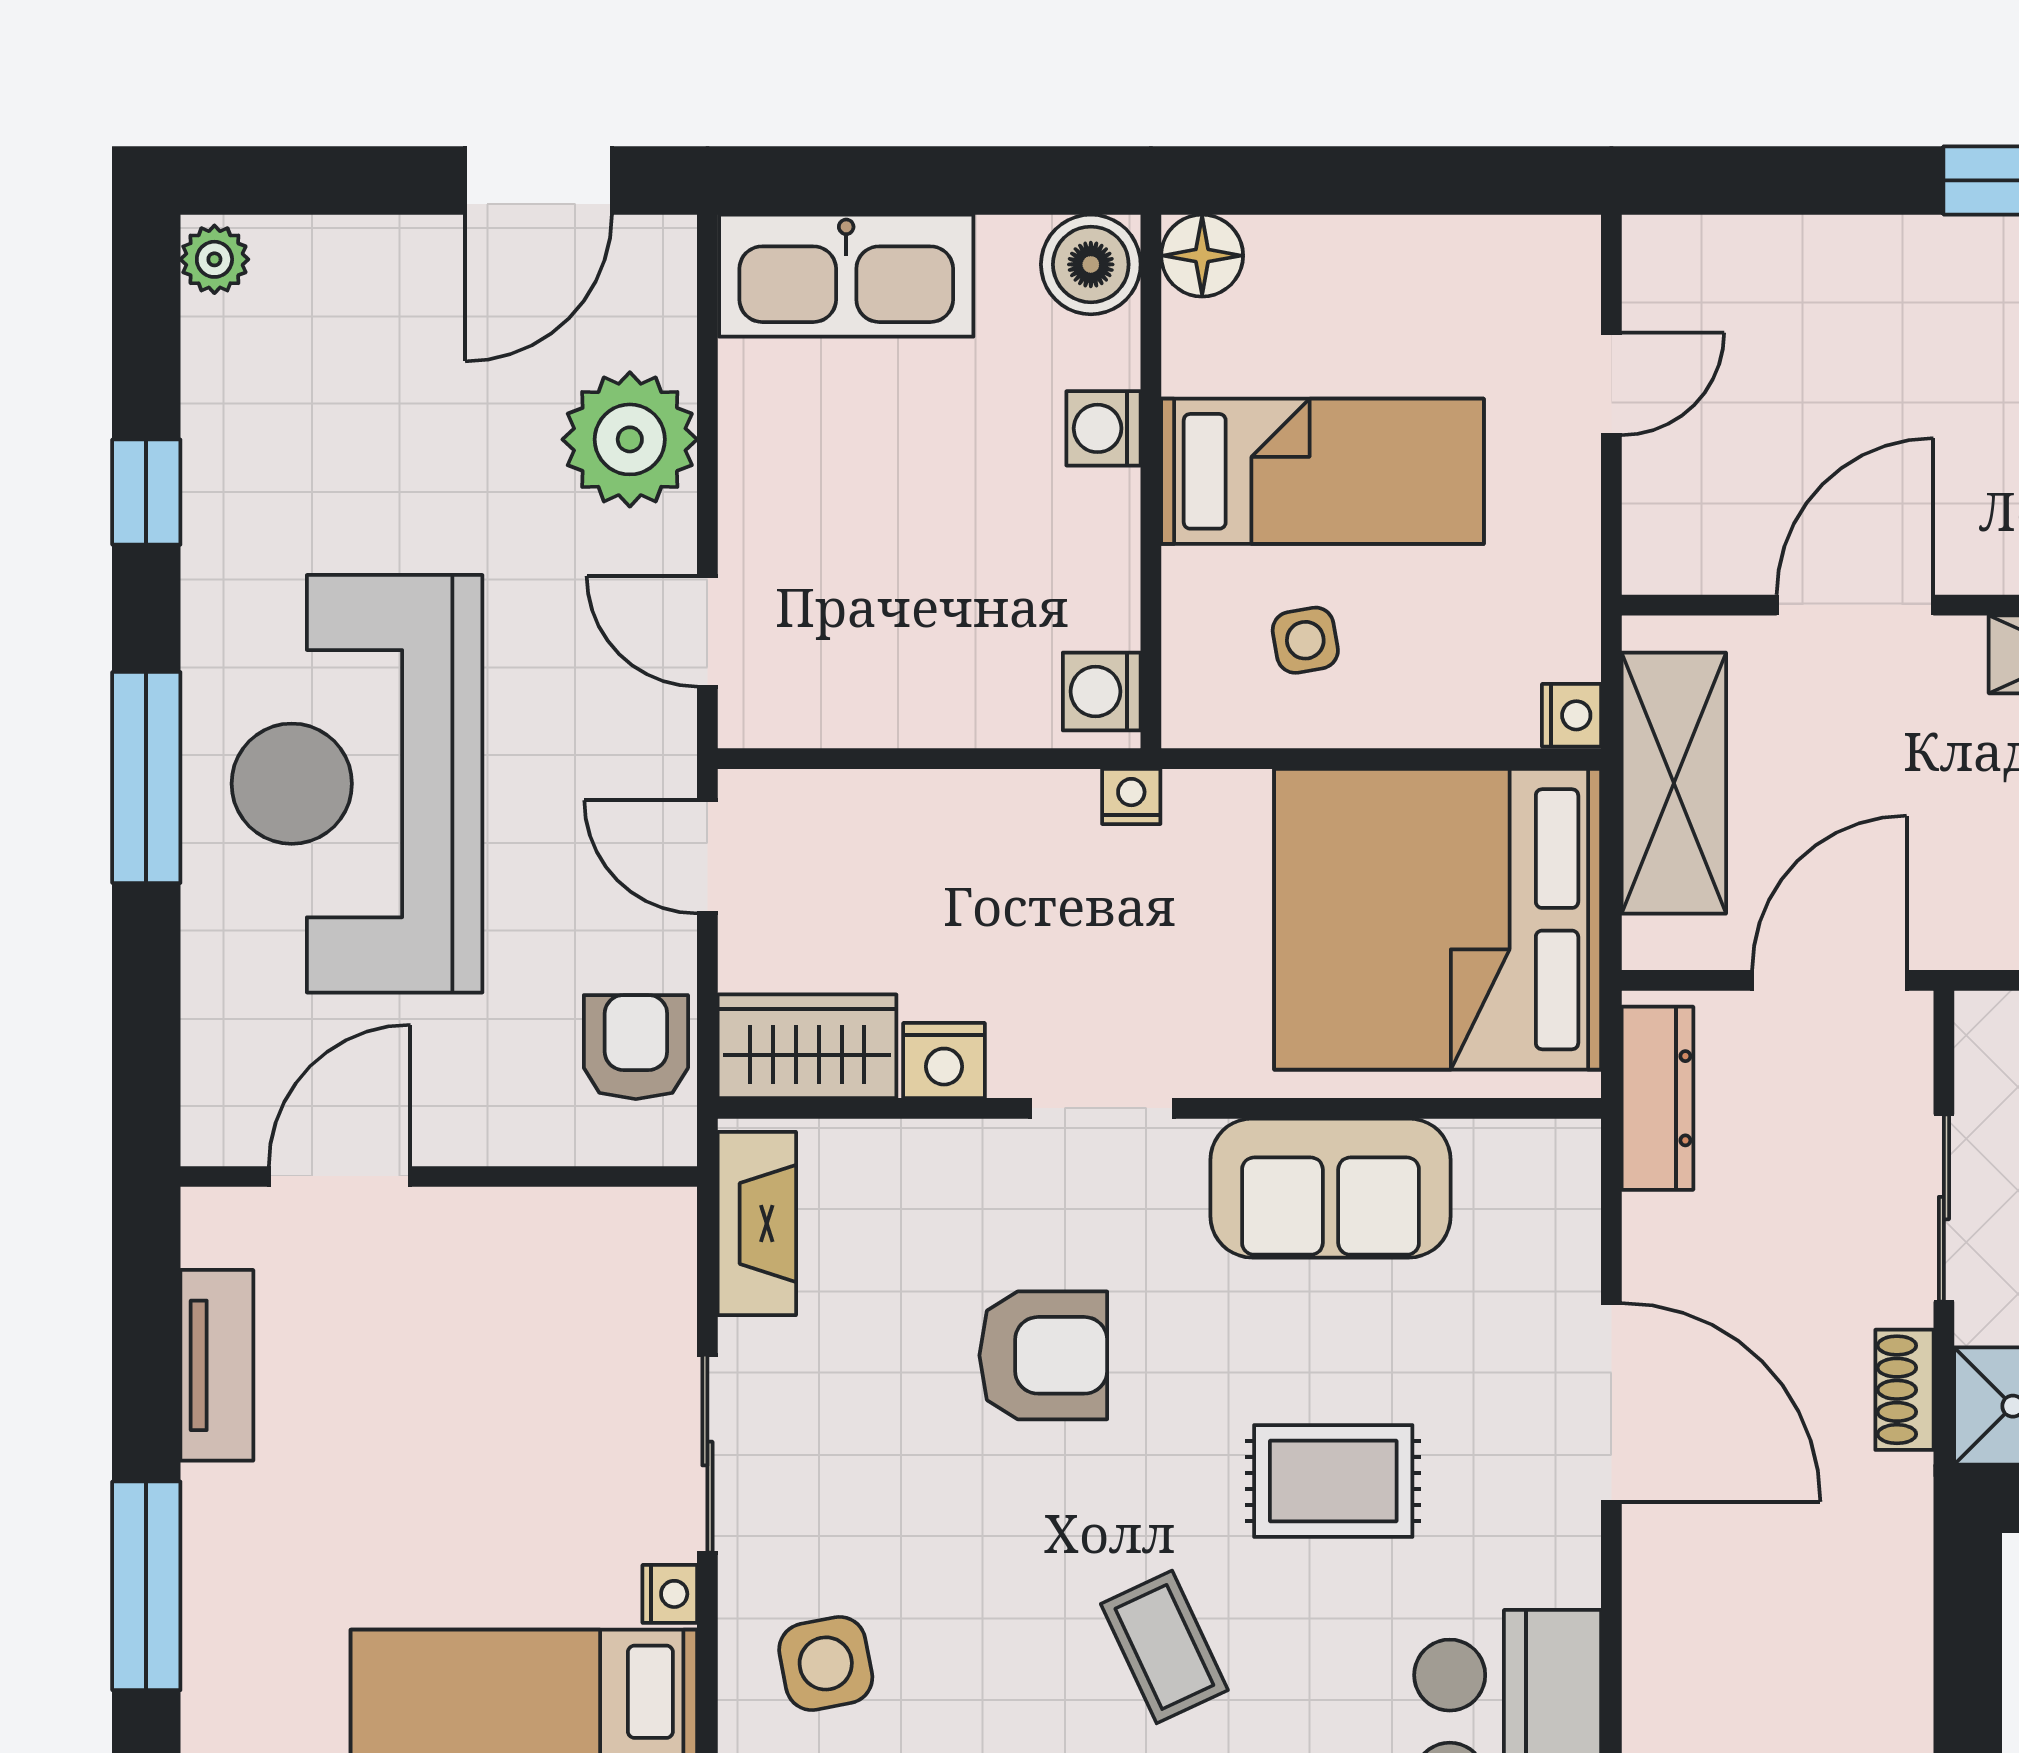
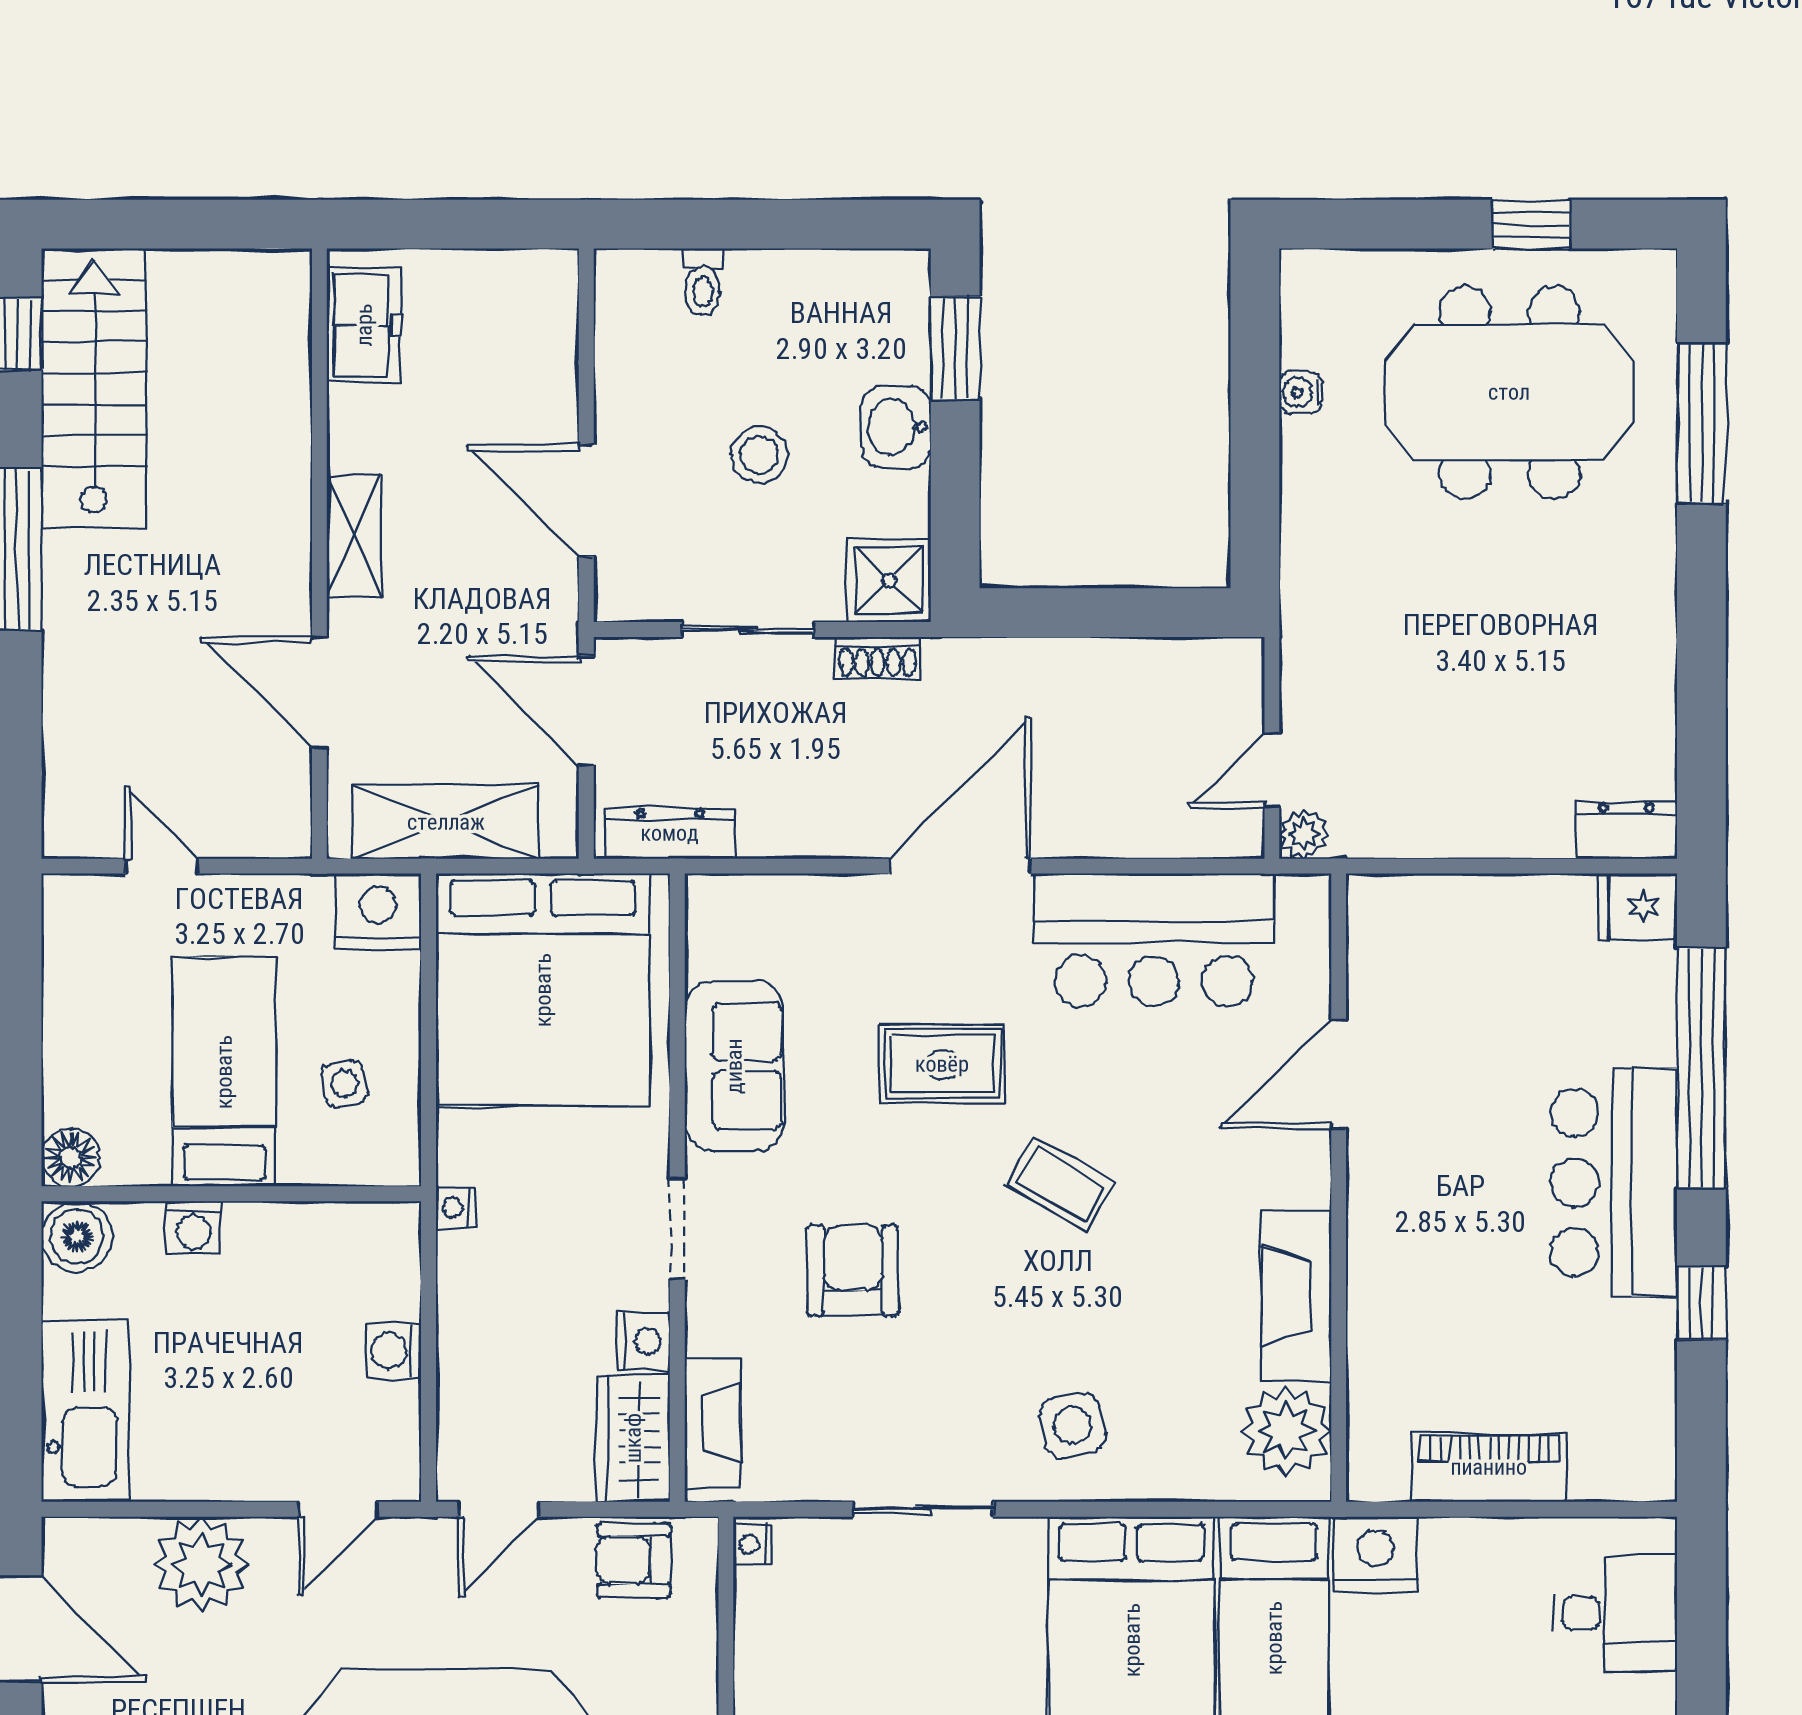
washing machine: (1102, 691) -> (394, 1351), moved, turned 90
nightstand: (1572, 715) -> (378, 911), width x1.89, depth x1.79
fireplace: (757, 1224) -> (712, 1423), moved, turned 90
door: (1611, 1402) -> (960, 866), moved
rug: (1333, 1481) -> (942, 1064), turned 90
nightstand: (670, 1594) -> (753, 1544), moved, turned -90
coffee table: (1164, 1647) -> (1061, 1184), turned 55

